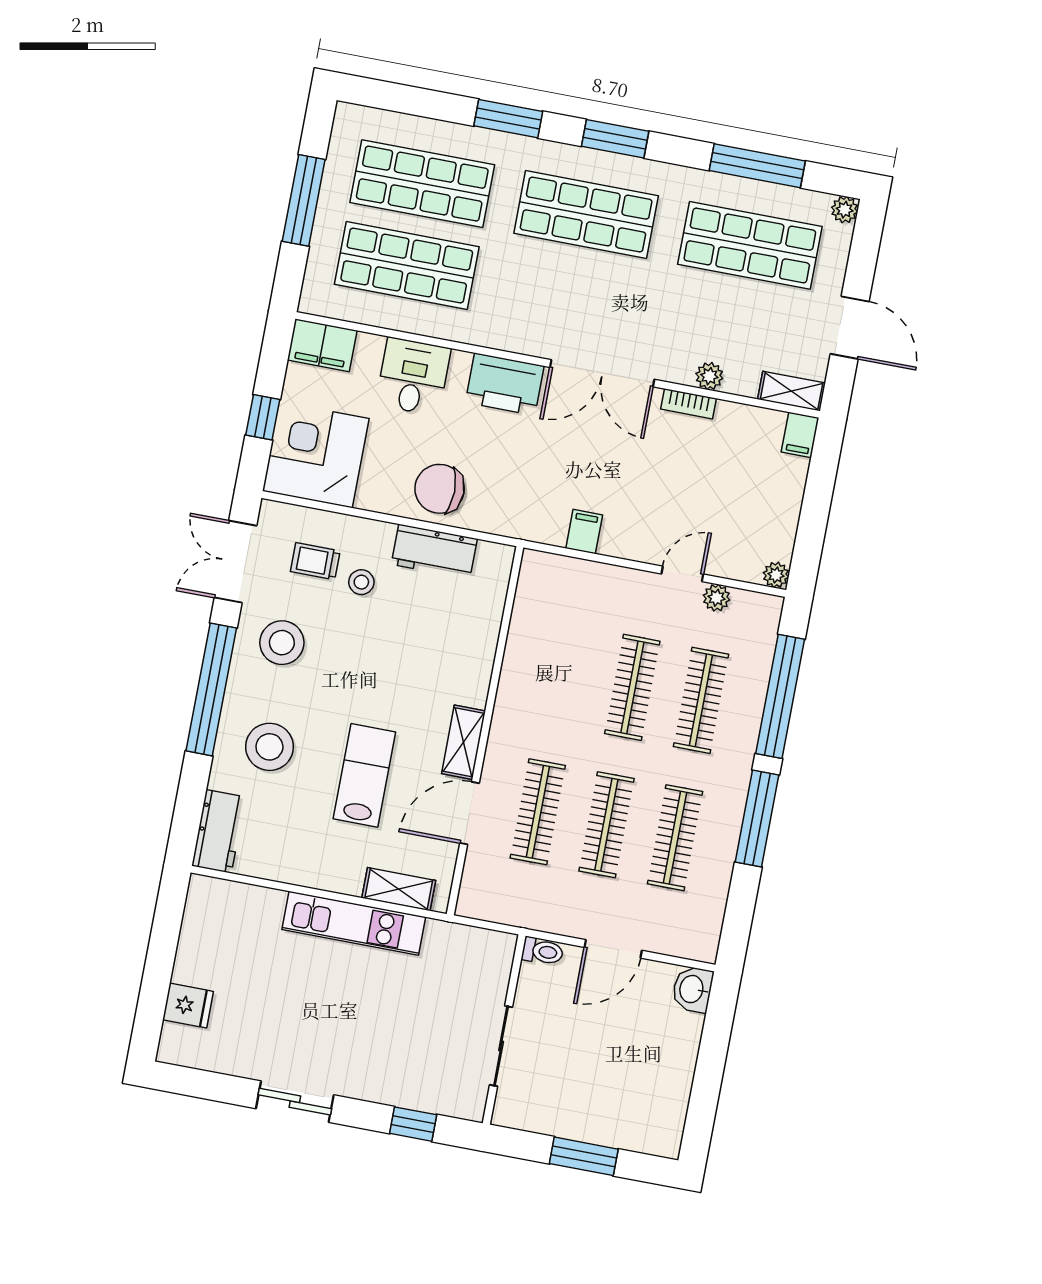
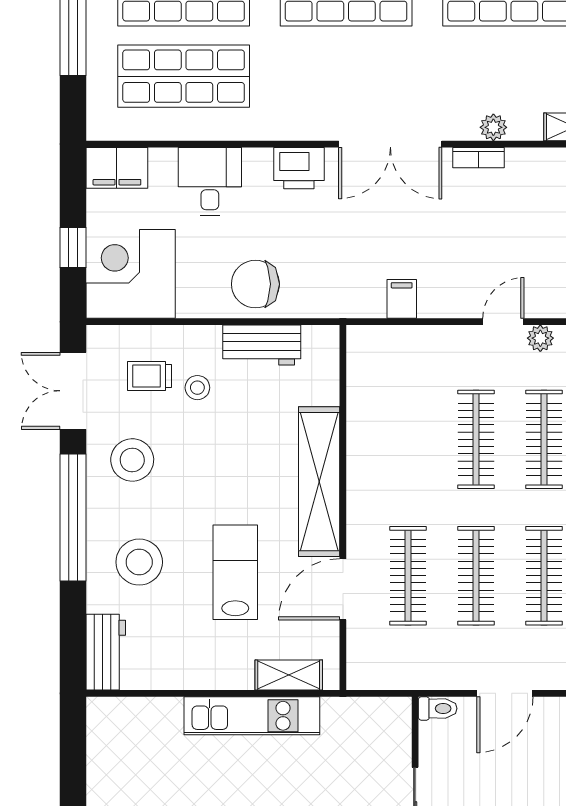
printer: (505, 384) -> (299, 168), width x0.73, depth x0.84
shelving: (463, 742) -> (319, 482), width x2.20, depth x1.33

